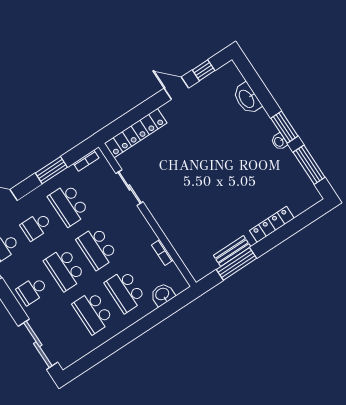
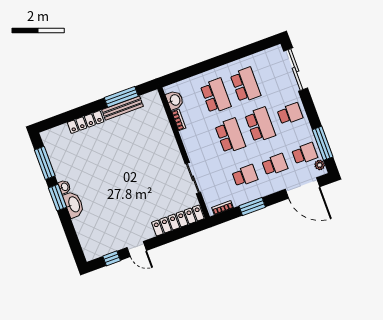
washbasin: (247, 99) -> (74, 205), moved
school desk: (69, 205) -> (245, 176), width x0.54
bench: (232, 251) -> (122, 108), width x1.36
washbasin: (162, 294) -> (175, 100), moved, turned -90

